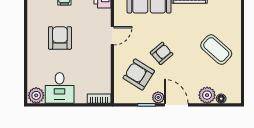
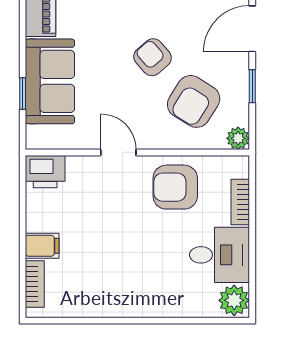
armchair: (60, 38) -> (175, 187), moved
plant: (158, 97) -> (238, 138), moved
bookcase: (99, 99) -> (240, 202), moved

